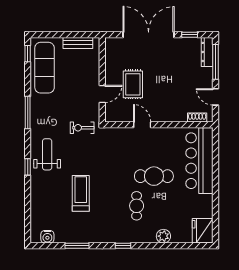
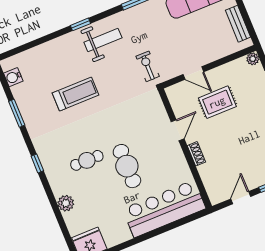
plant: (110, 43) -> (253, 59), added
shoe rack: (197, 118) -> (196, 154), moved

